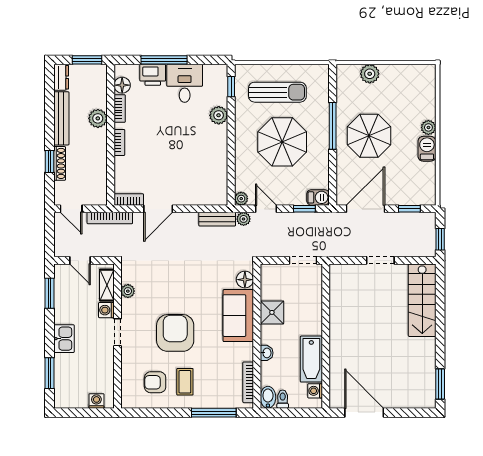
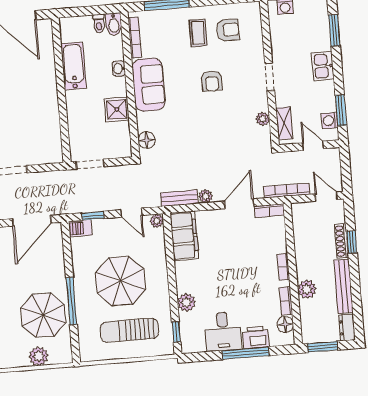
parasol: (369, 136) -> (43, 315), moved
filing cabinet: (215, 181) -> (184, 236), added
plant: (244, 219) -> (206, 196), moved
washing machine: (106, 310) -> (330, 121), moved, turned 180
sofa: (238, 316) -> (149, 85), moved
armchair: (175, 333) -> (212, 81), width x0.53, depth x0.53
washing machine: (315, 391) -> (67, 35), removed

